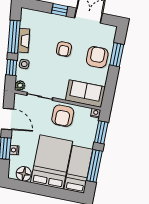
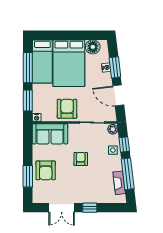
fireplace: (24, 41) -> (119, 183), moved
armchair: (64, 49) -> (81, 159), moved

